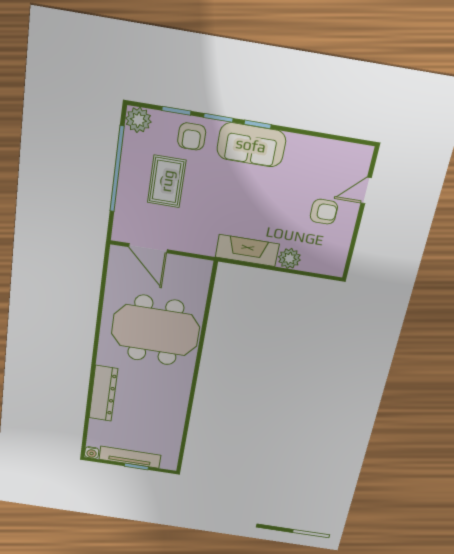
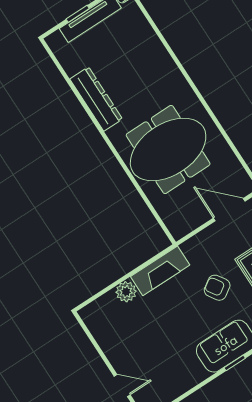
door: (366, 190) -> (122, 385), hinge flipped
armchair: (324, 212) -> (217, 288), moved, turned 57
dresser: (103, 393) -> (96, 99), moved, turned 180

